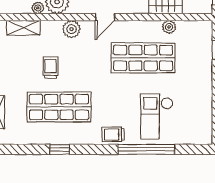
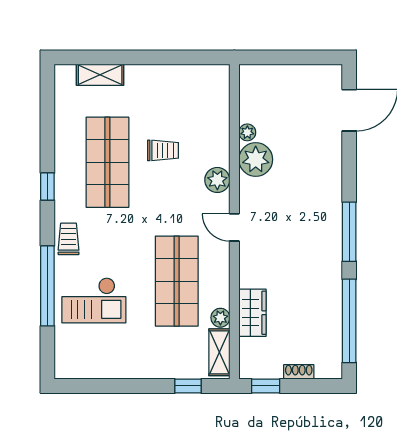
shelving: (23, 28) -> (219, 352), moved
checkout: (157, 117) -> (94, 300), turned 180
window: (60, 149) -> (47, 187), moved

